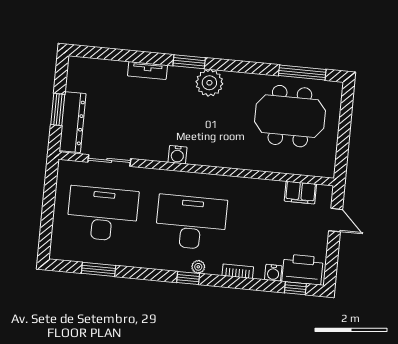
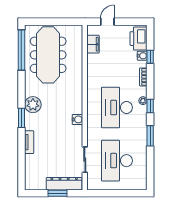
window: (302, 73) -> (21, 50), width x1.46
meeting table: (290, 116) -> (48, 55), width x1.36
window: (99, 269) -> (150, 136), moved
window: (295, 288) -> (150, 57), moved

